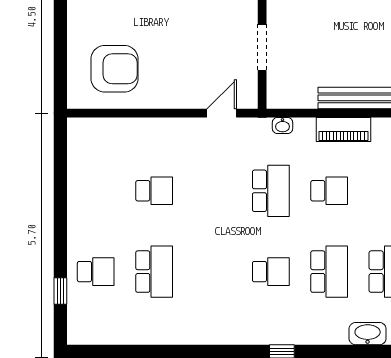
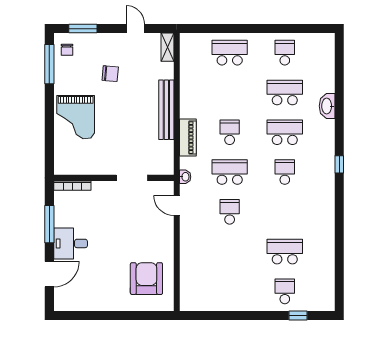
washbasin: (283, 126) -> (185, 177), moved
piano: (344, 130) -> (188, 138), moved
school desk: (154, 191) -> (230, 212), moved

